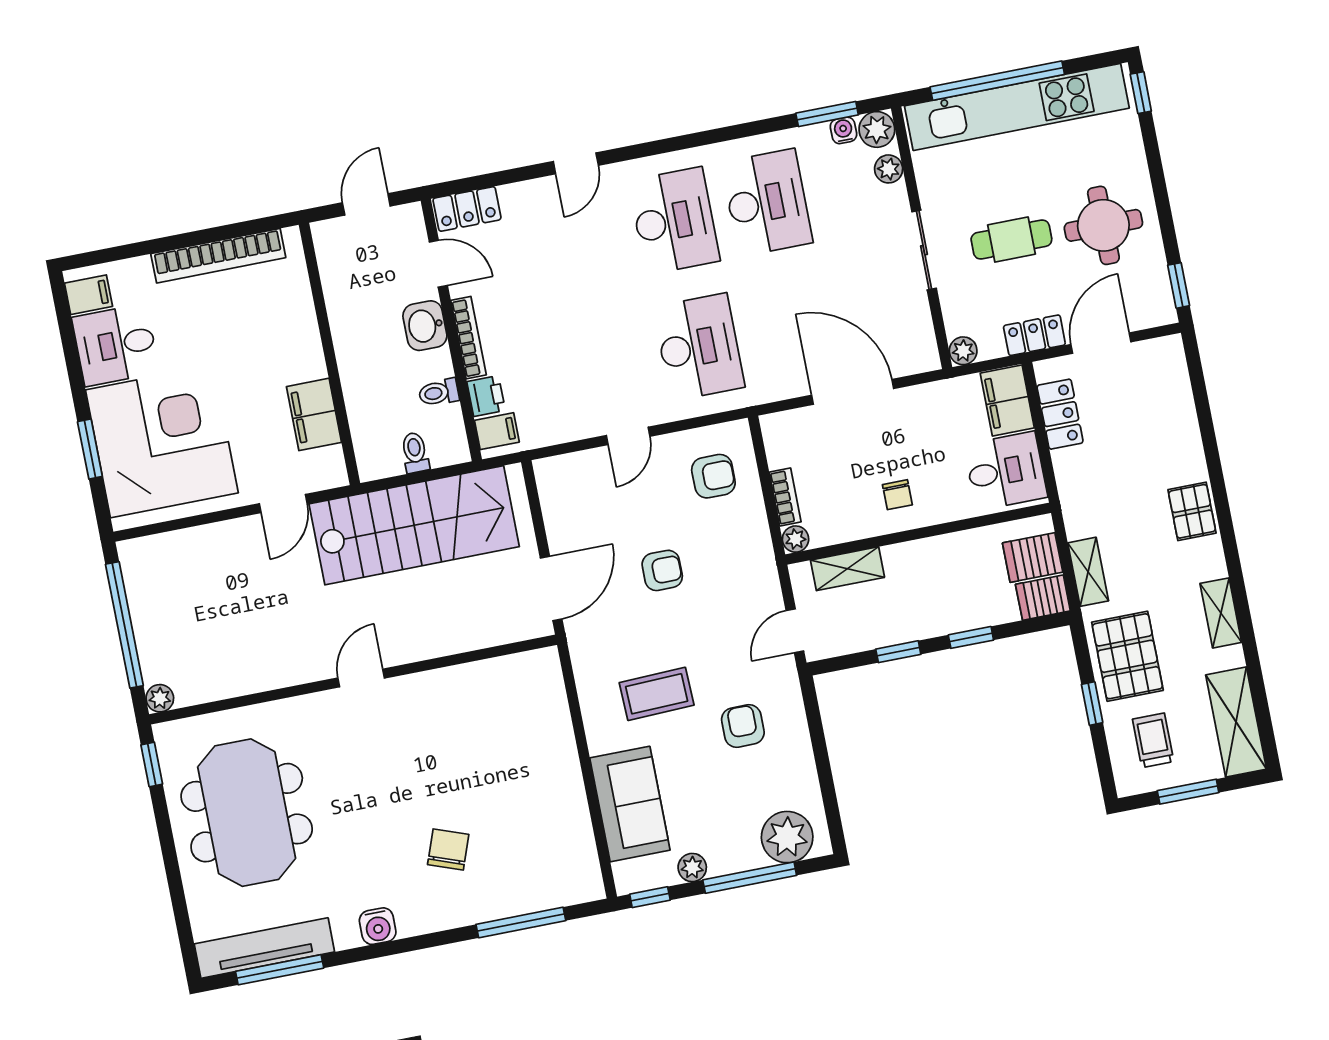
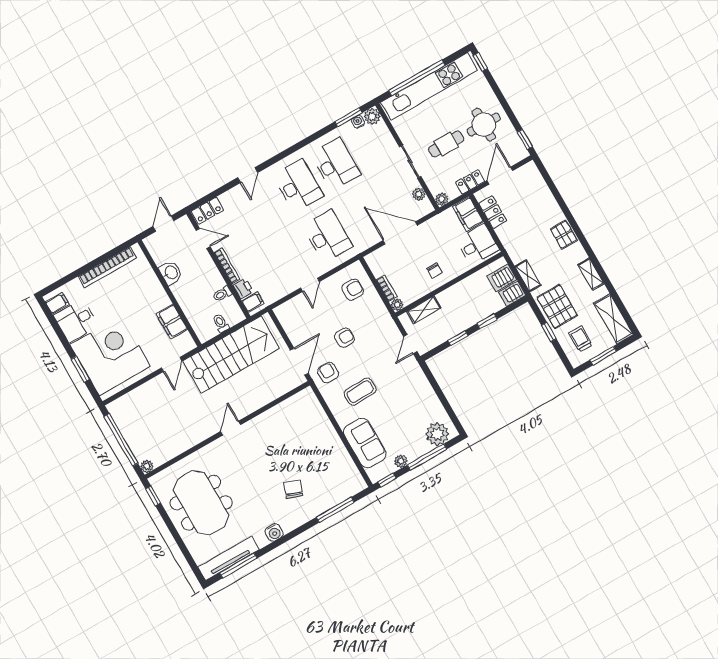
plant: (889, 169) -> (419, 194), moved
washbasin: (425, 326) -> (171, 273), moved, turned 180
armchair: (743, 726) -> (328, 373), moved

